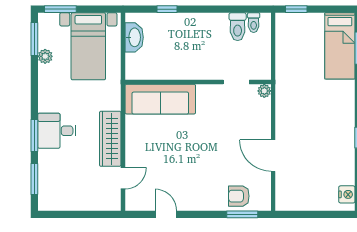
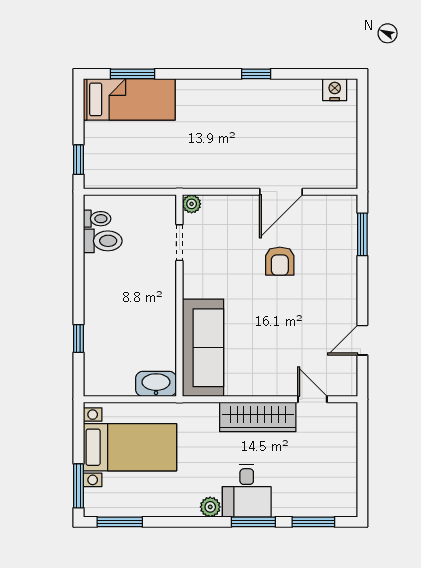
washbasin: (134, 37) -> (156, 384), moved
plant: (45, 56) -> (210, 507), moved
armchair: (239, 196) -> (280, 261), moved

